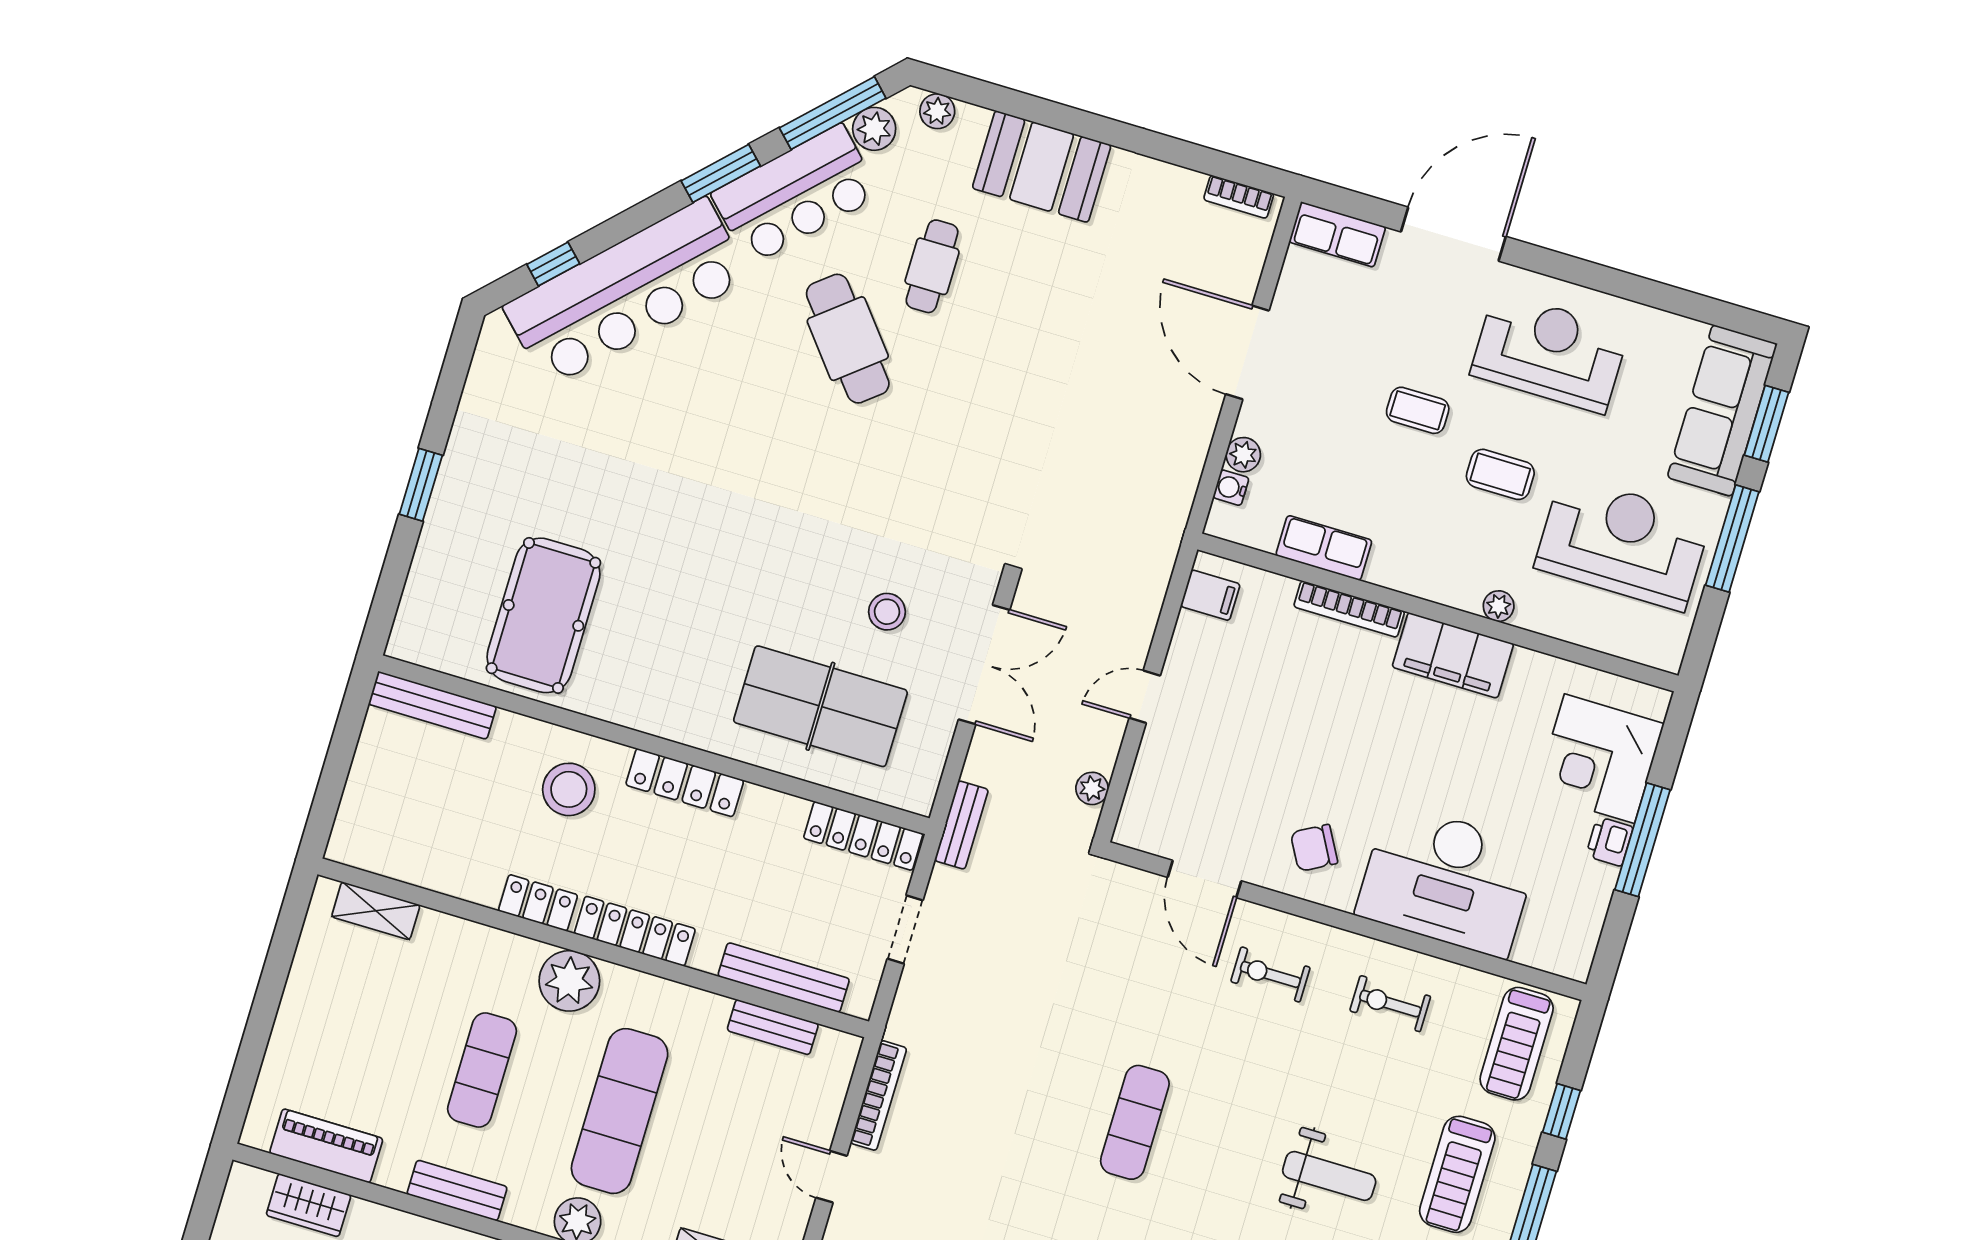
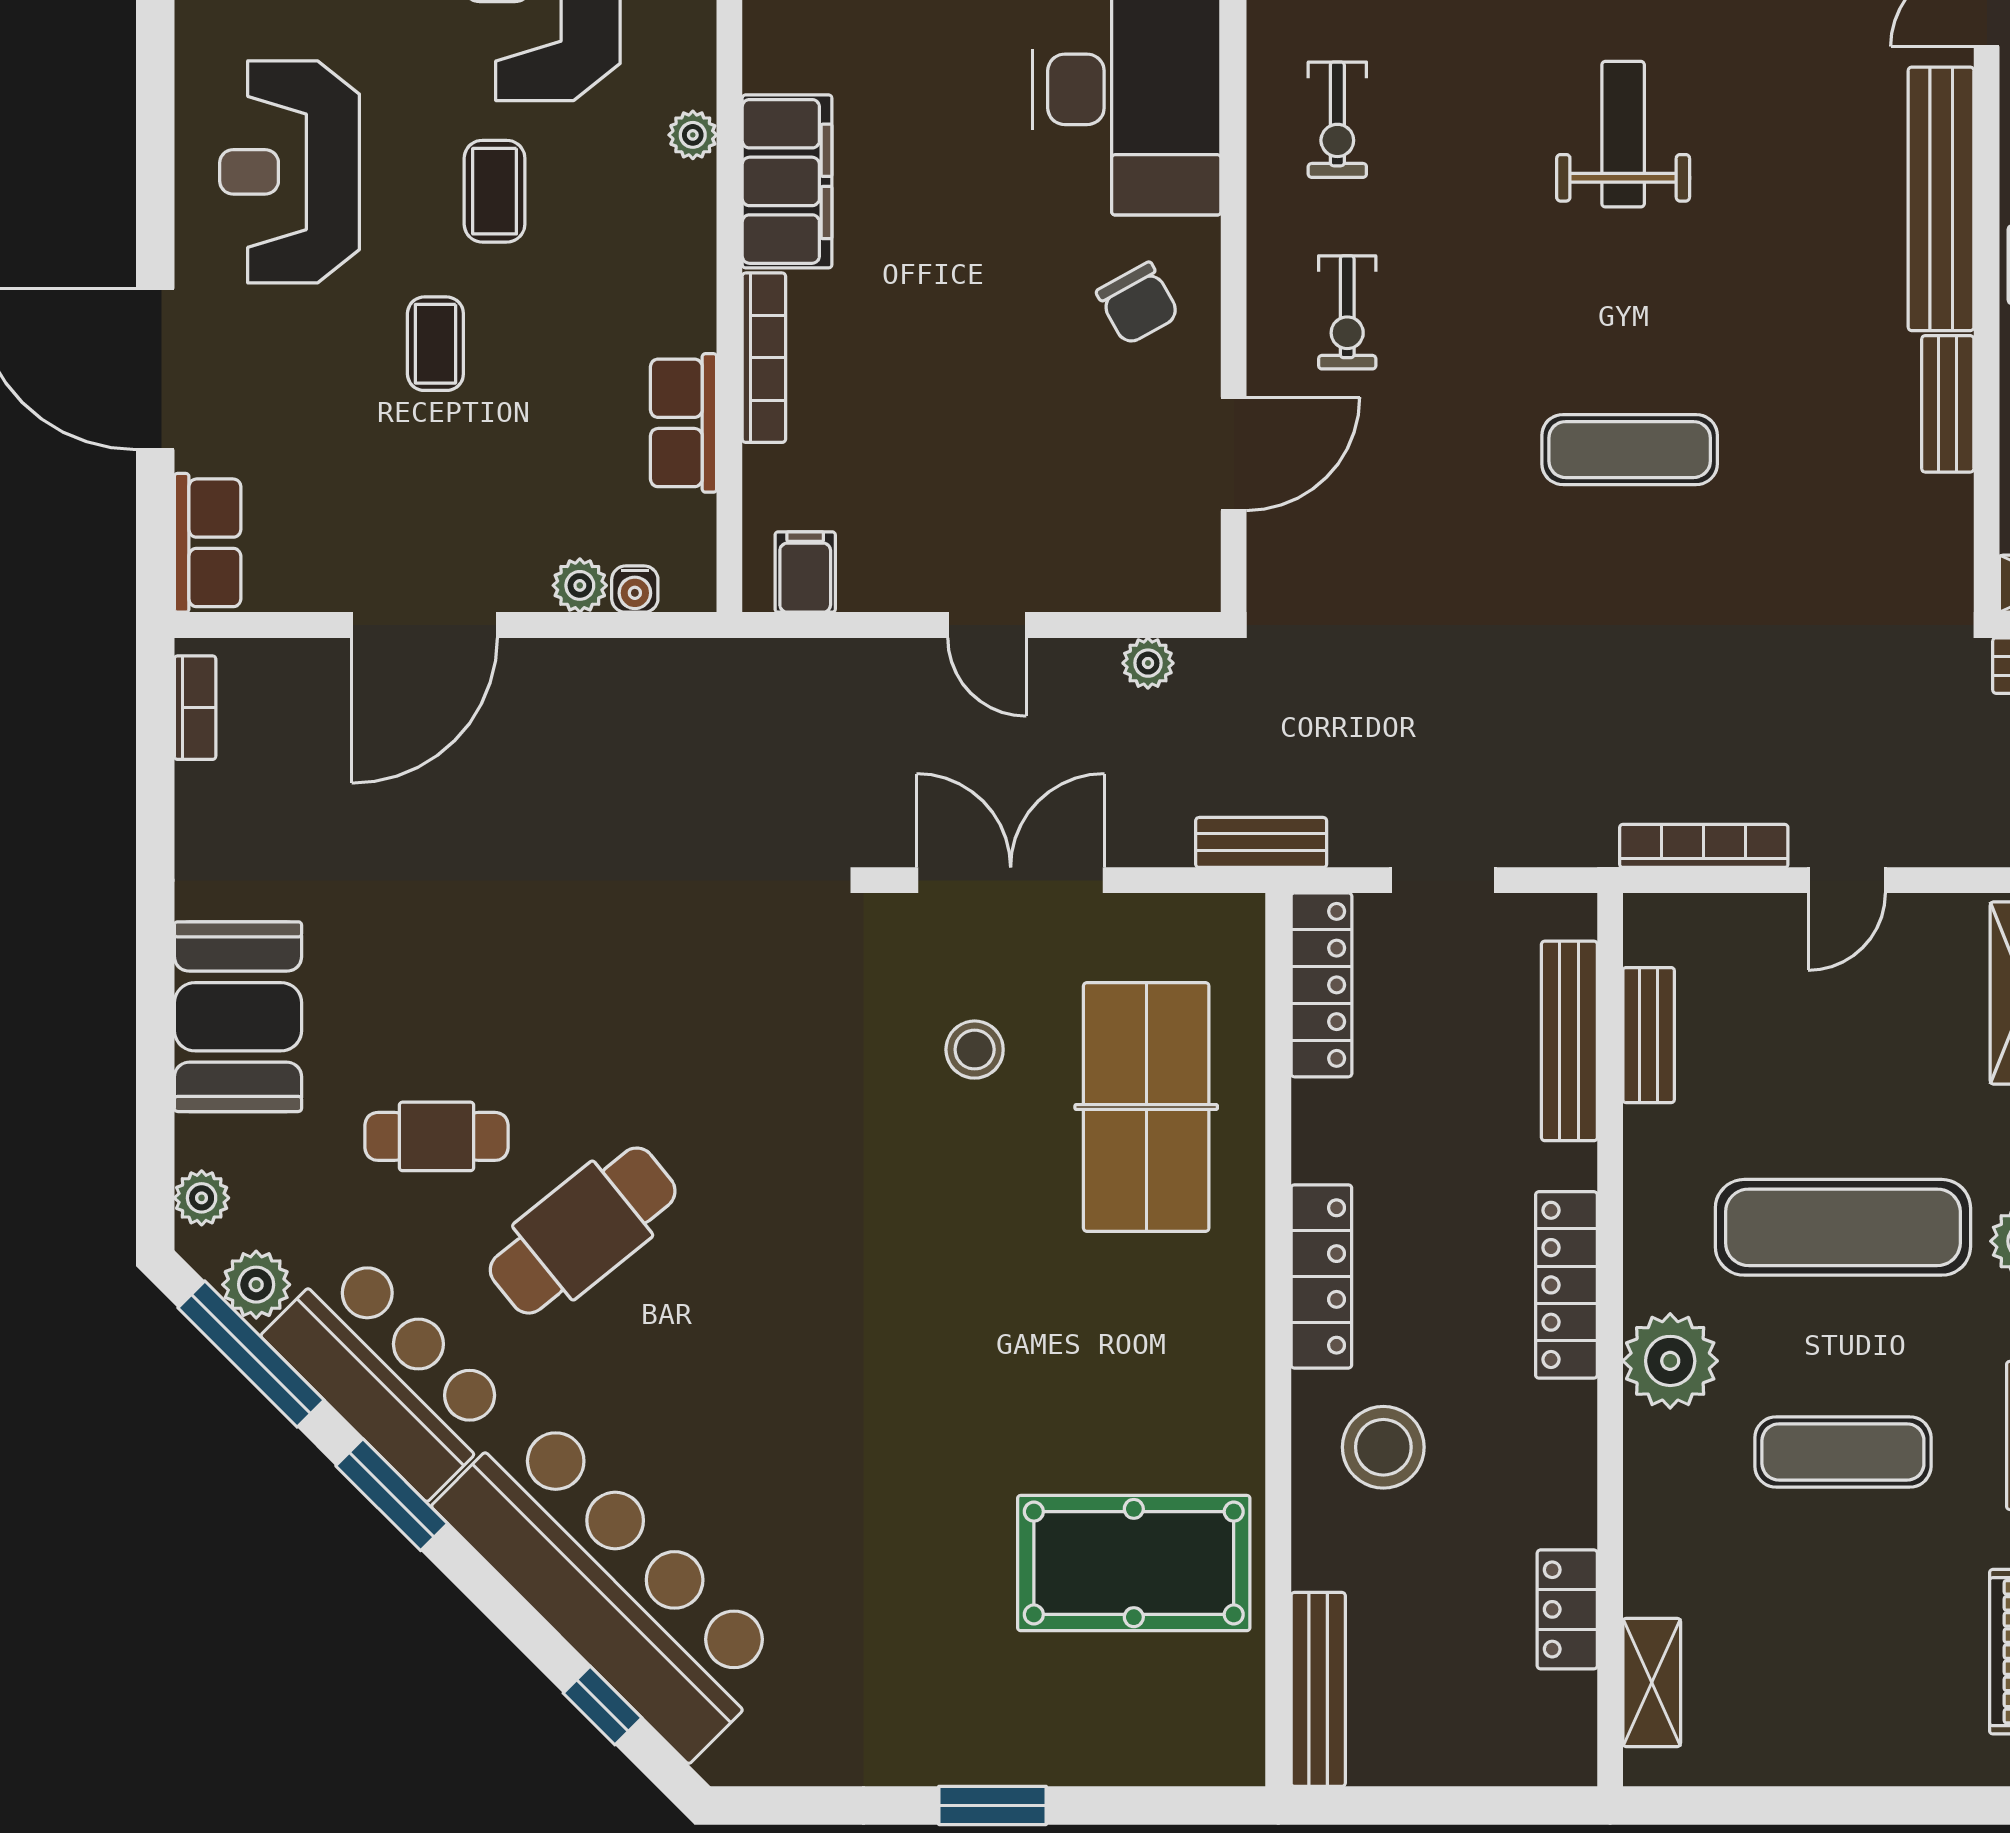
locker: (538, 903) -> (1567, 1609), moved

